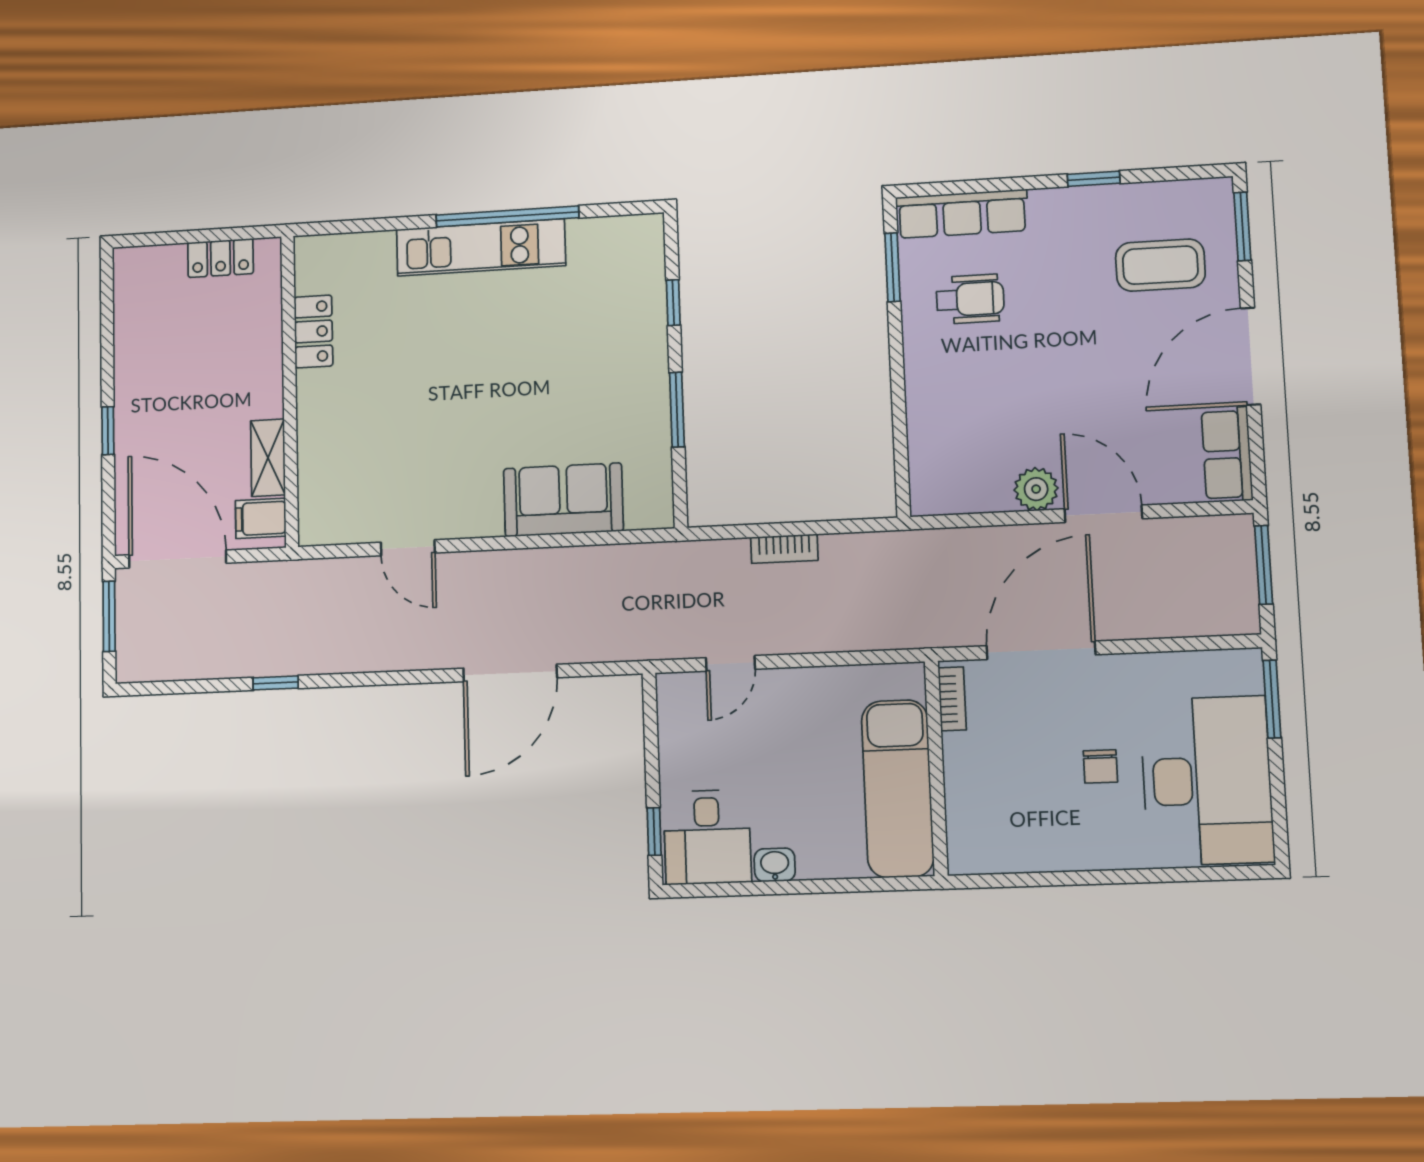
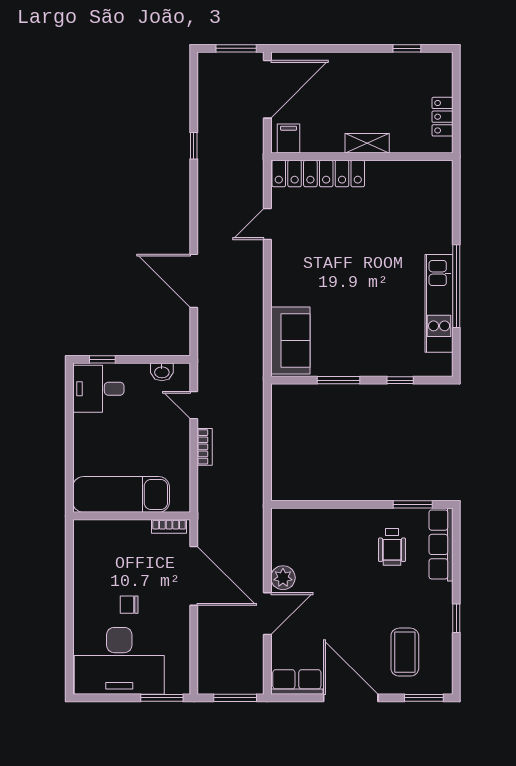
kitchen unit: (481, 247) -> (439, 303), moved
locker: (313, 331) -> (318, 174), moved, width x2.16, depth x1.21
window: (108, 431) -> (407, 48), moved
shelving: (268, 458) -> (367, 143), moved
sofa: (563, 500) -> (290, 340), moved
bookcase: (784, 549) -> (205, 447), moved, turned 180
washbasin: (775, 865) -> (162, 372), moved, turned 90

